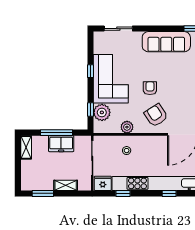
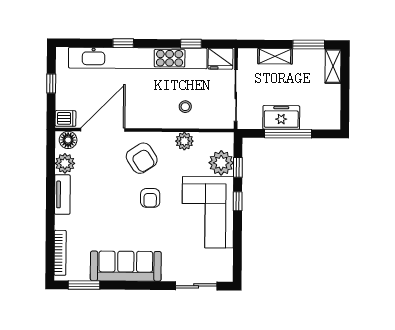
window: (90, 71) -> (238, 201), moved
shelving: (26, 147) -> (333, 66), moved

